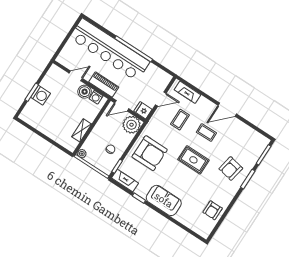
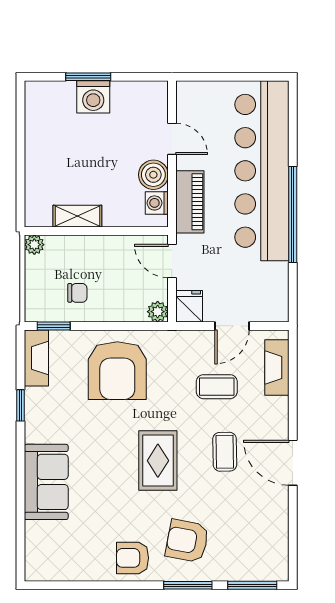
door: (161, 99) -> (232, 326), hinge flipped
plant: (132, 125) -> (158, 312), width x0.53, depth x0.53
sofa: (164, 200) -> (46, 482), moved
armchair: (213, 210) -> (133, 558), moved

